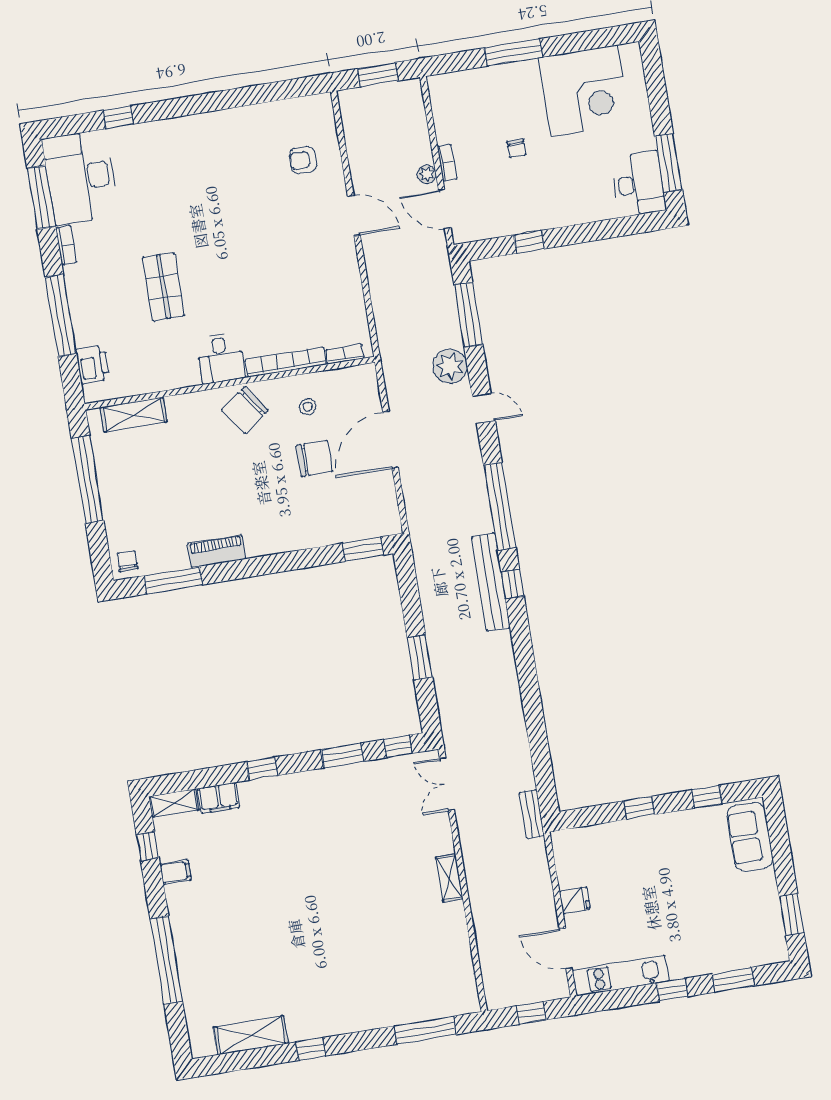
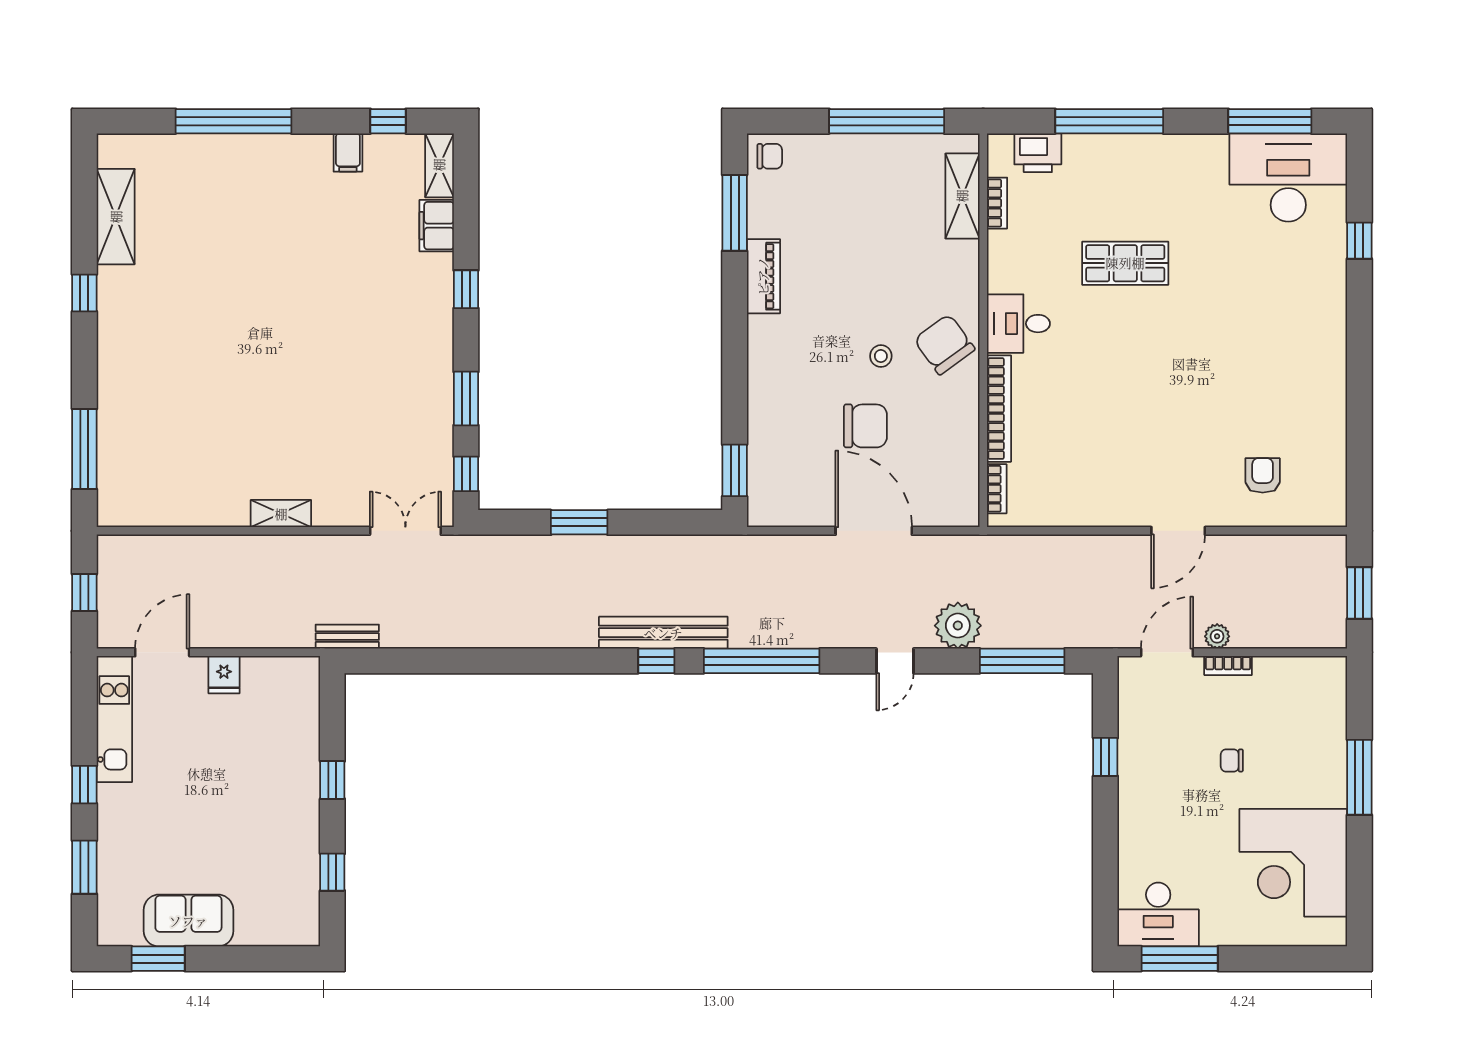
bookcase: (66, 245) -> (997, 203), moved, turned -90
stool: (308, 407) -> (881, 356), moved
chair: (314, 458) -> (865, 426), turned -90
sofa: (750, 837) -> (188, 921), moved

